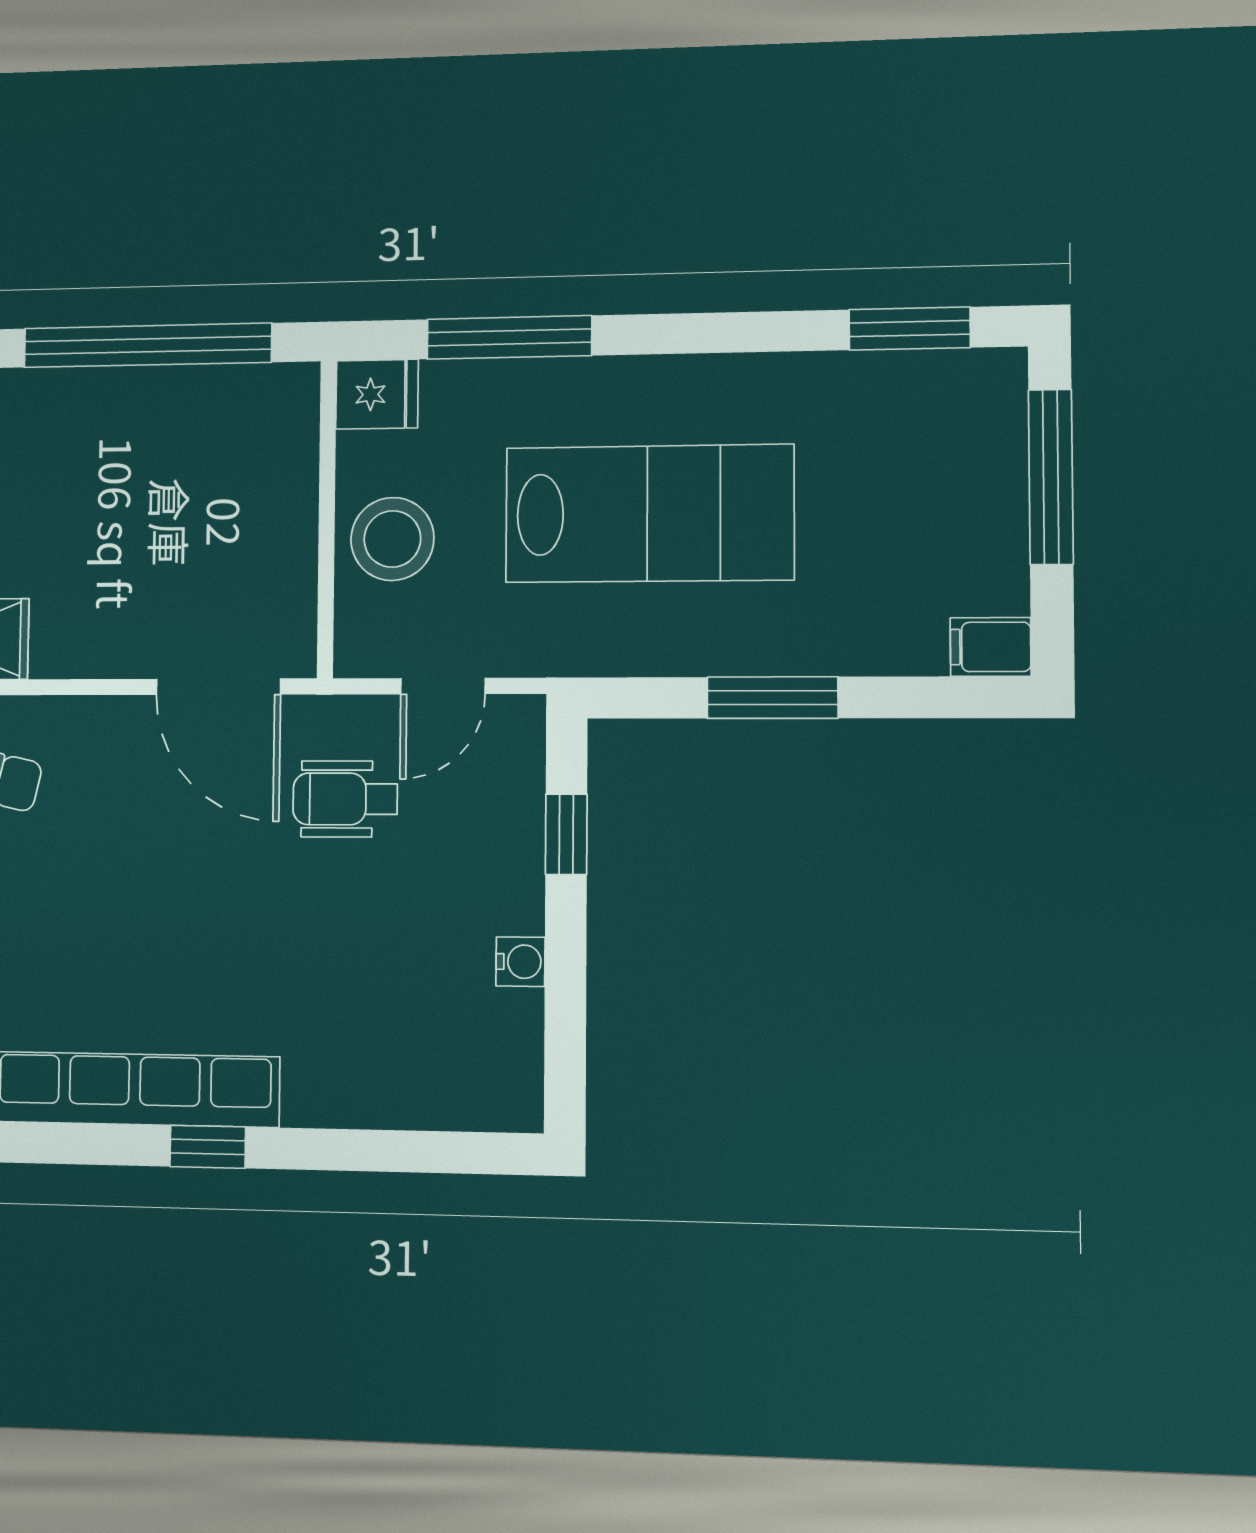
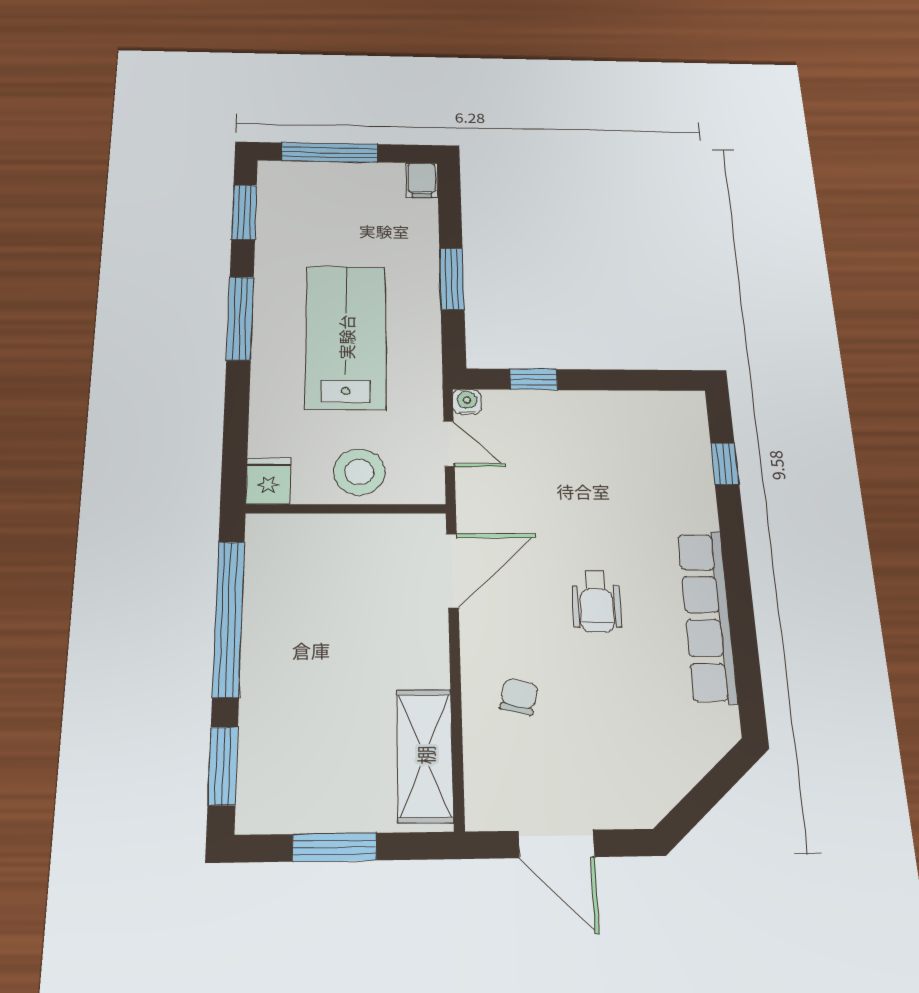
window: (509, 337) -> (240, 318), moved
wheelchair: (345, 799) -> (596, 601), moved
water cooler: (520, 962) -> (467, 402), moved
window: (208, 1147) -> (725, 464), moved

